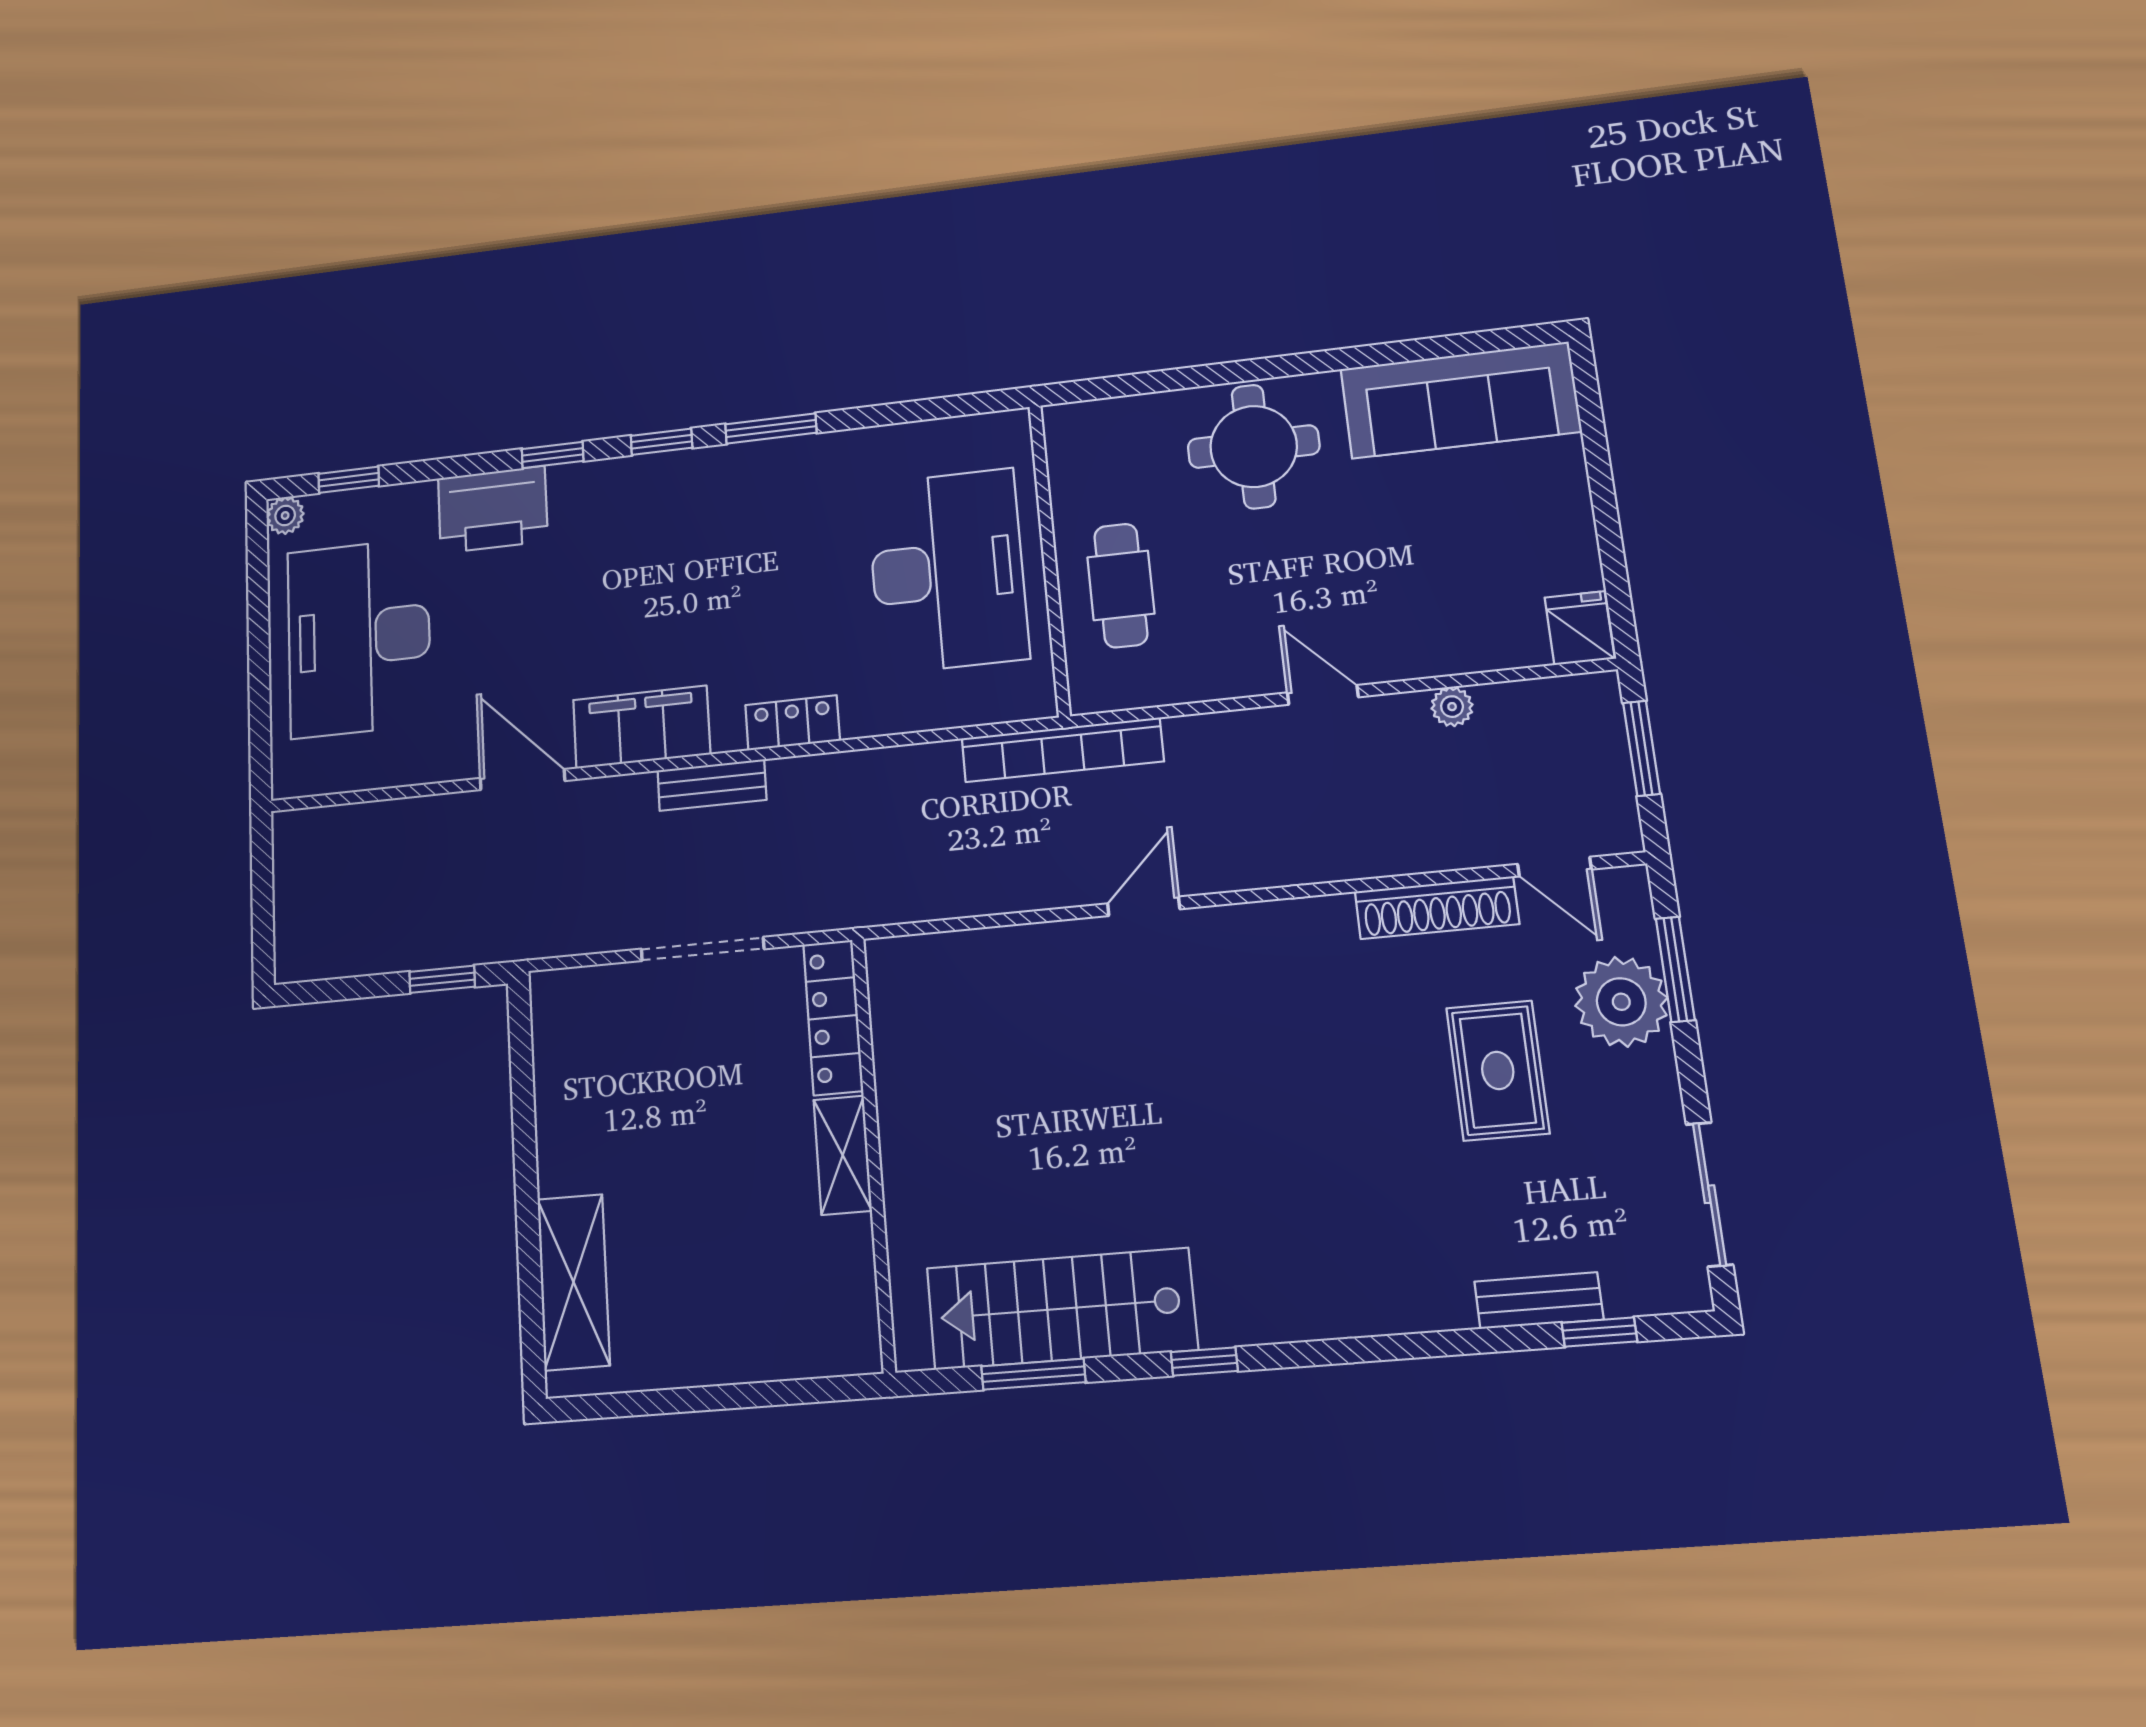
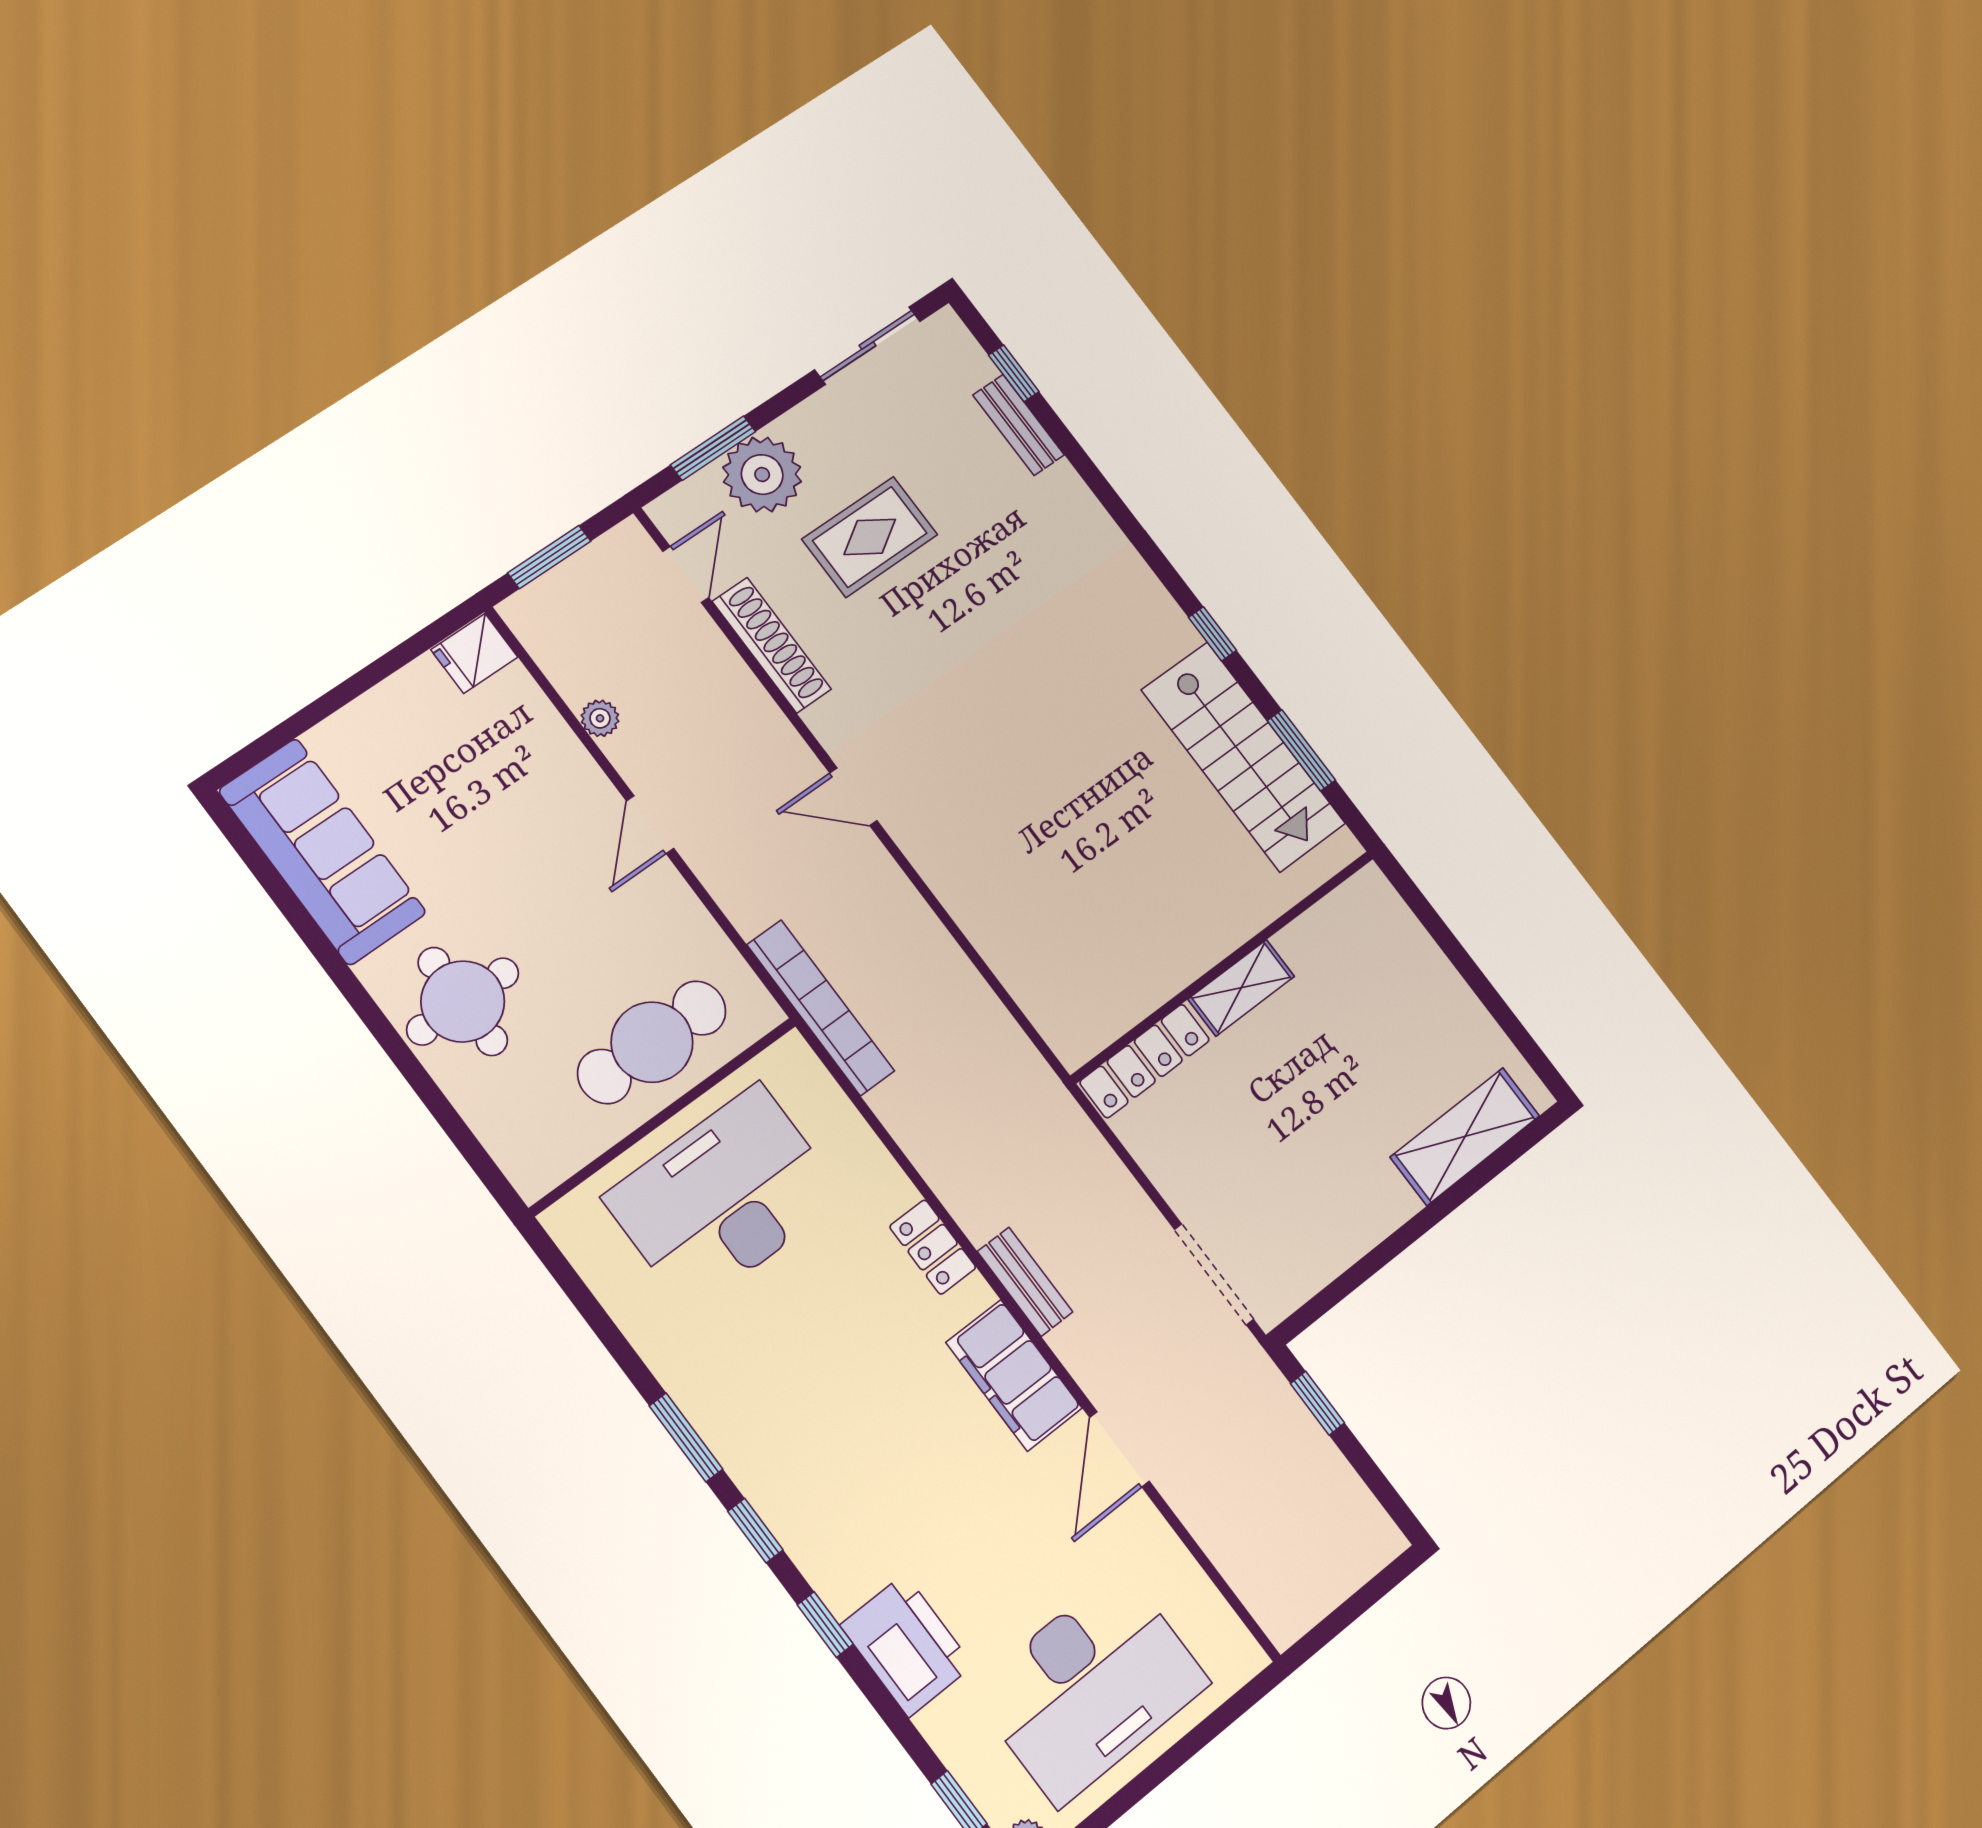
cafe table: (1121, 585) -> (652, 1042), width x1.37, depth x1.35
door: (1144, 906) -> (853, 797), moved
doorway: (703, 949) -> (1214, 1274), moved

